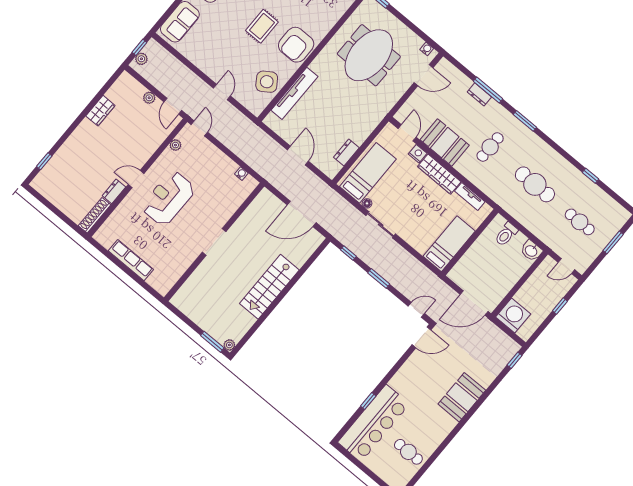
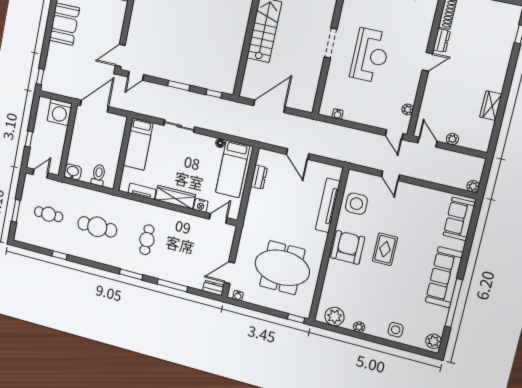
window: (139, 47) -> (484, 179), removed
meeting table: (369, 55) -> (282, 268), turned 90
plant: (141, 59) -> (473, 186), moved
side table: (267, 82) -> (356, 204), turned 34
dresser: (479, 94) -> (213, 288), moved
door: (407, 133) -> (218, 218), swing flipped
booth: (445, 142) -> (184, 225), removed
reception desk: (168, 198) -> (370, 55), moved
sliding door: (381, 225) -> (179, 126), moved

